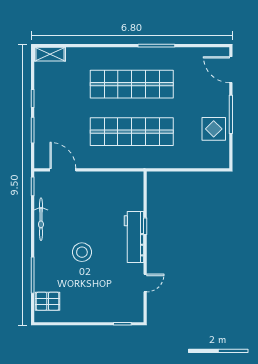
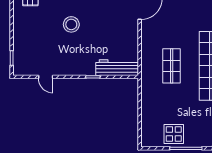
shop shelf: (132, 132) -> (172, 66), width x0.50, depth x0.74
workbench: (134, 237) -> (117, 68), moved

